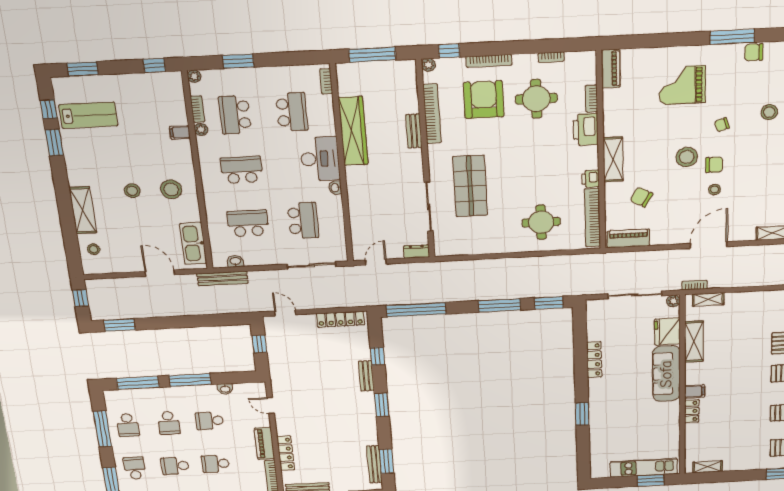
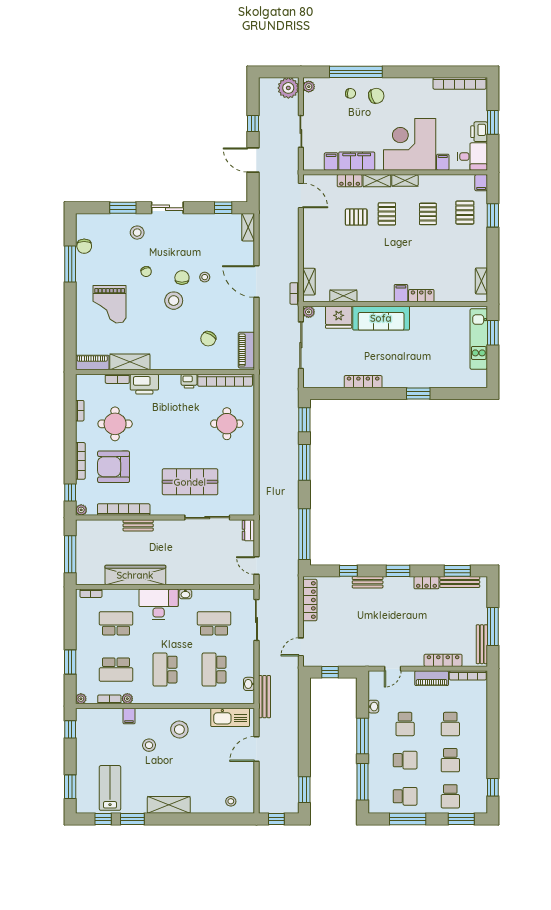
shelving: (613, 159) -> (130, 362), moved
stool: (132, 191) -> (149, 745), moved
shelving: (83, 210) -> (169, 805), moved
shelving: (694, 342) -> (343, 296), width x0.67, depth x0.75
locker: (371, 433) -> (426, 583), added
school desk: (135, 468) -> (450, 796), turned -90

